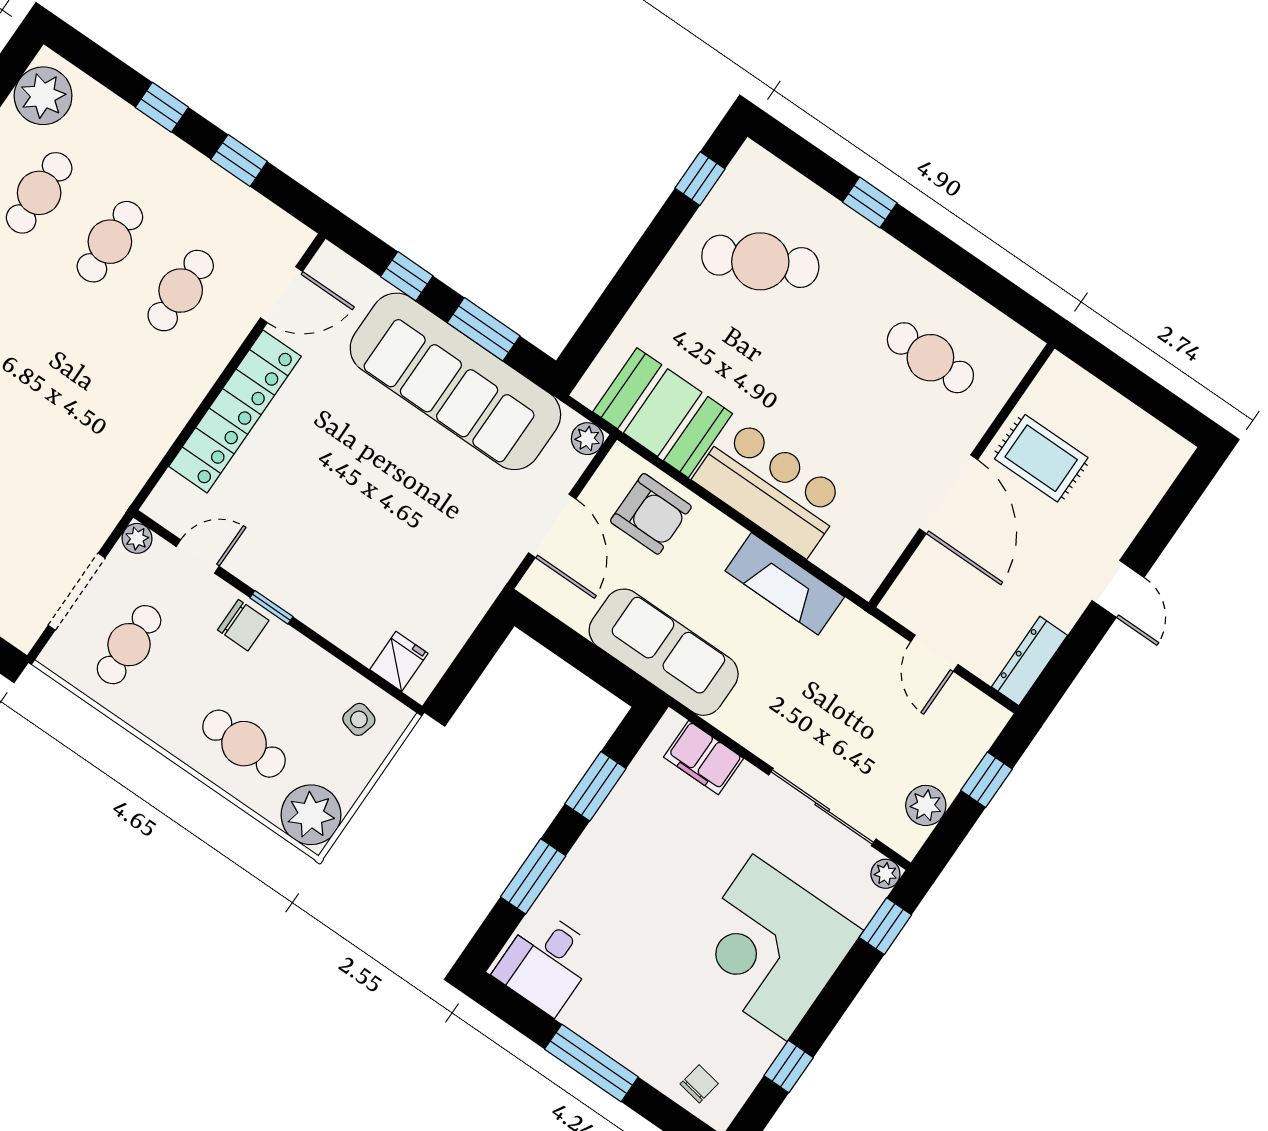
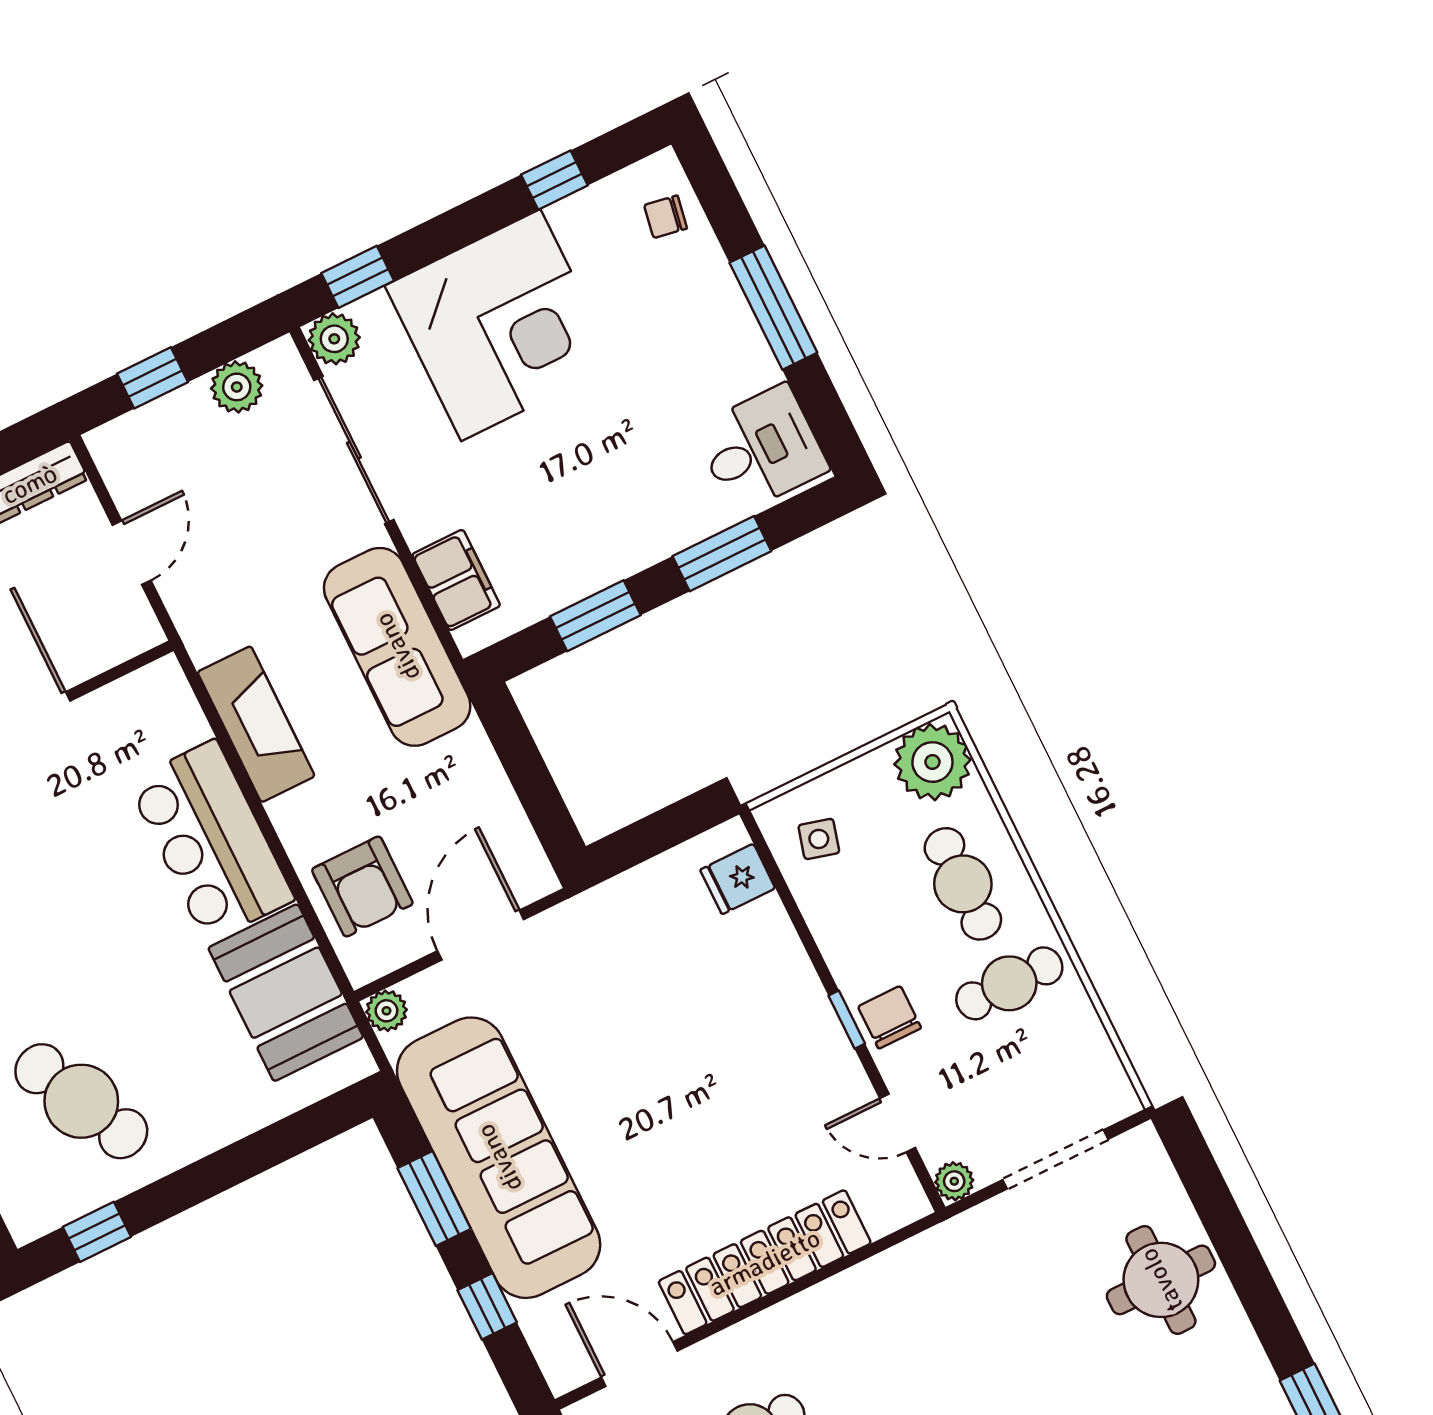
armchair: (651, 514) -> (362, 886), turned 180
cafe table: (129, 645) -> (1009, 983), moved
sofa: (664, 652) -> (397, 647), moved
plant: (885, 874) -> (334, 339), width x1.38, depth x1.38

